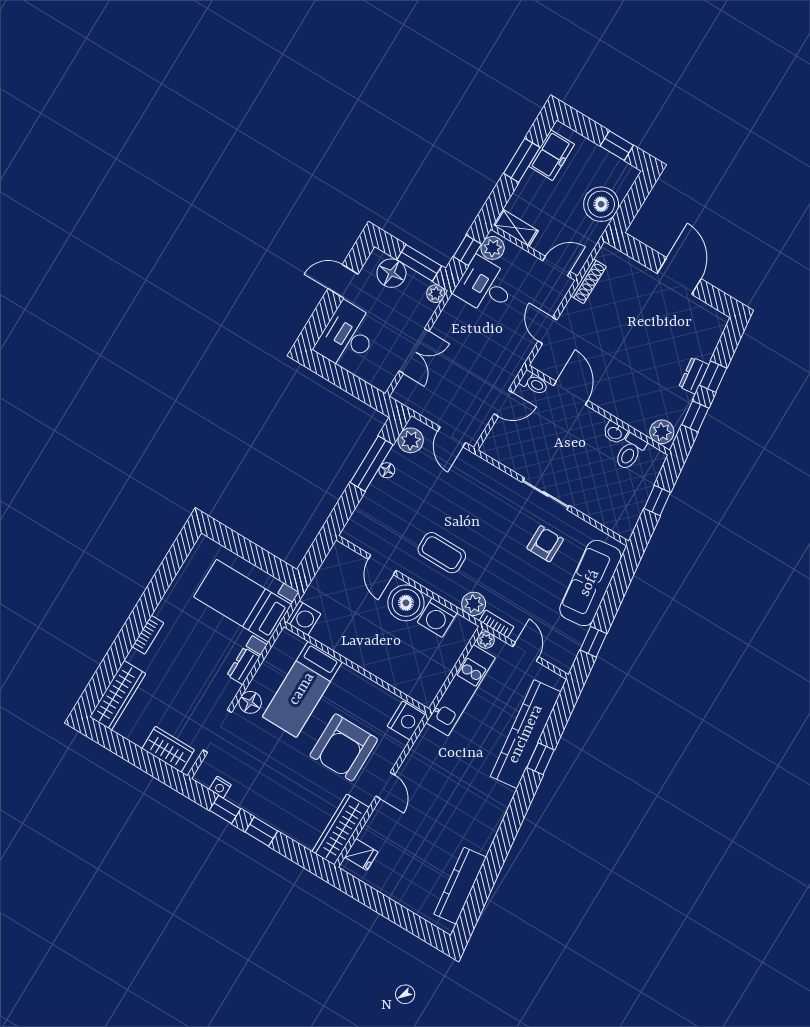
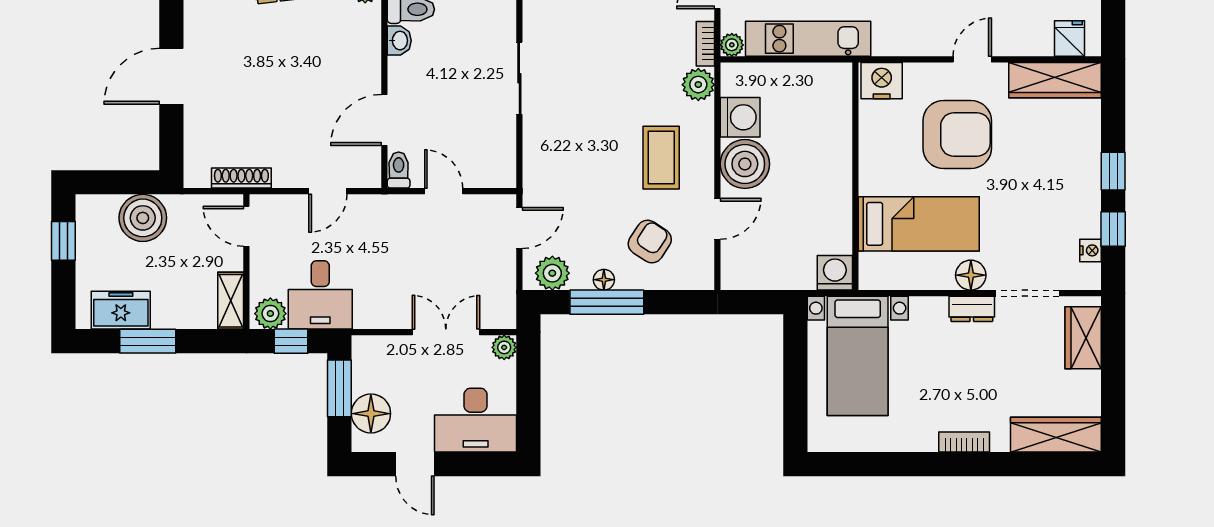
plant: (436, 294) -> (504, 347), moved
armchair: (545, 544) -> (650, 242), moved, turned 123
dresser: (243, 666) -> (972, 309), moved

